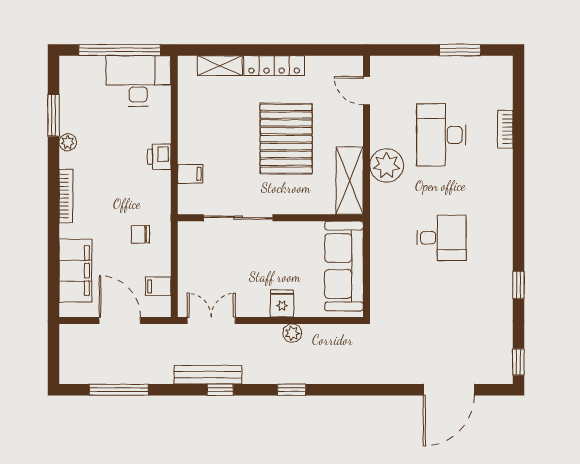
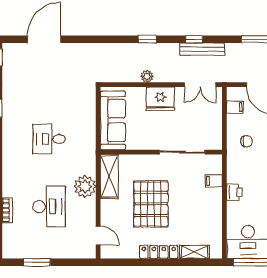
fridge: (282, 303) -> (160, 99), width x1.88, depth x1.34

